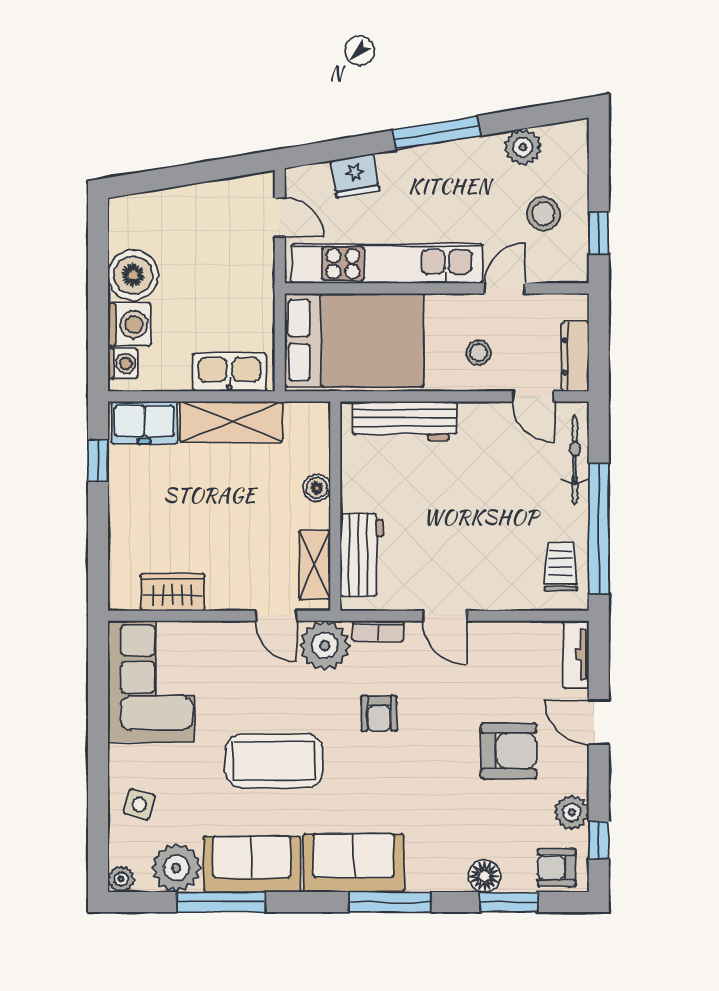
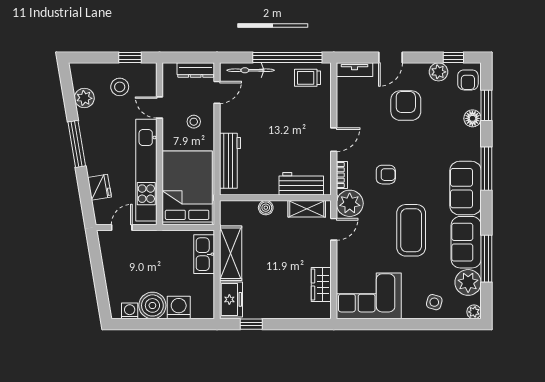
washing machine: (123, 363) -> (130, 311), moved

